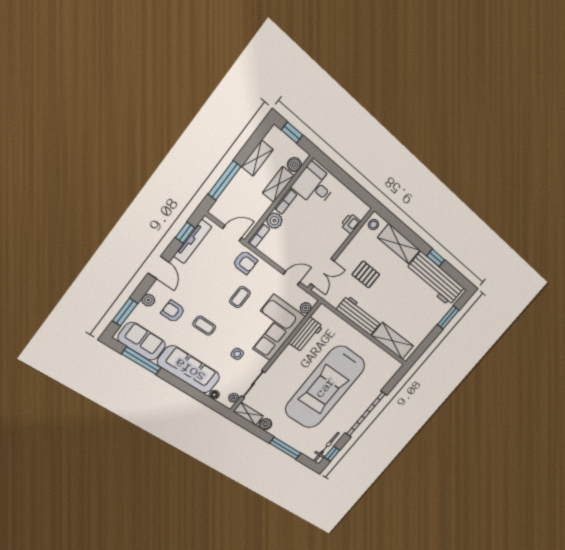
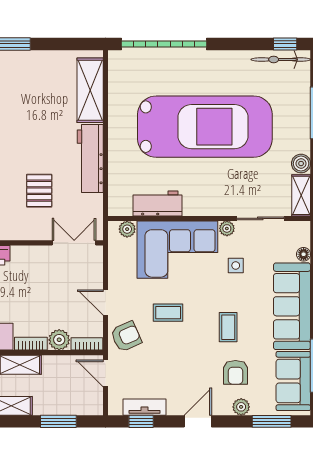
window: (224, 180) -> (58, 421), width x0.69
tv unit: (193, 241) -> (144, 407), width x0.71
armchair: (245, 262) -> (126, 336), turned 66
door: (292, 278) -> (106, 302), moved
plant: (234, 398) -> (227, 228), moved
garage door: (366, 414) -> (164, 44), moved

